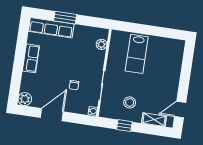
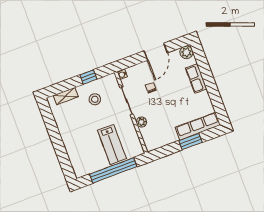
window: (148, 30) -> (113, 170), added
plant: (102, 44) -> (141, 122), moved
lab bench: (137, 54) -> (112, 144), turned 180
row of seats: (31, 58) -> (196, 78), moved
door: (180, 110) -> (48, 117), removed

